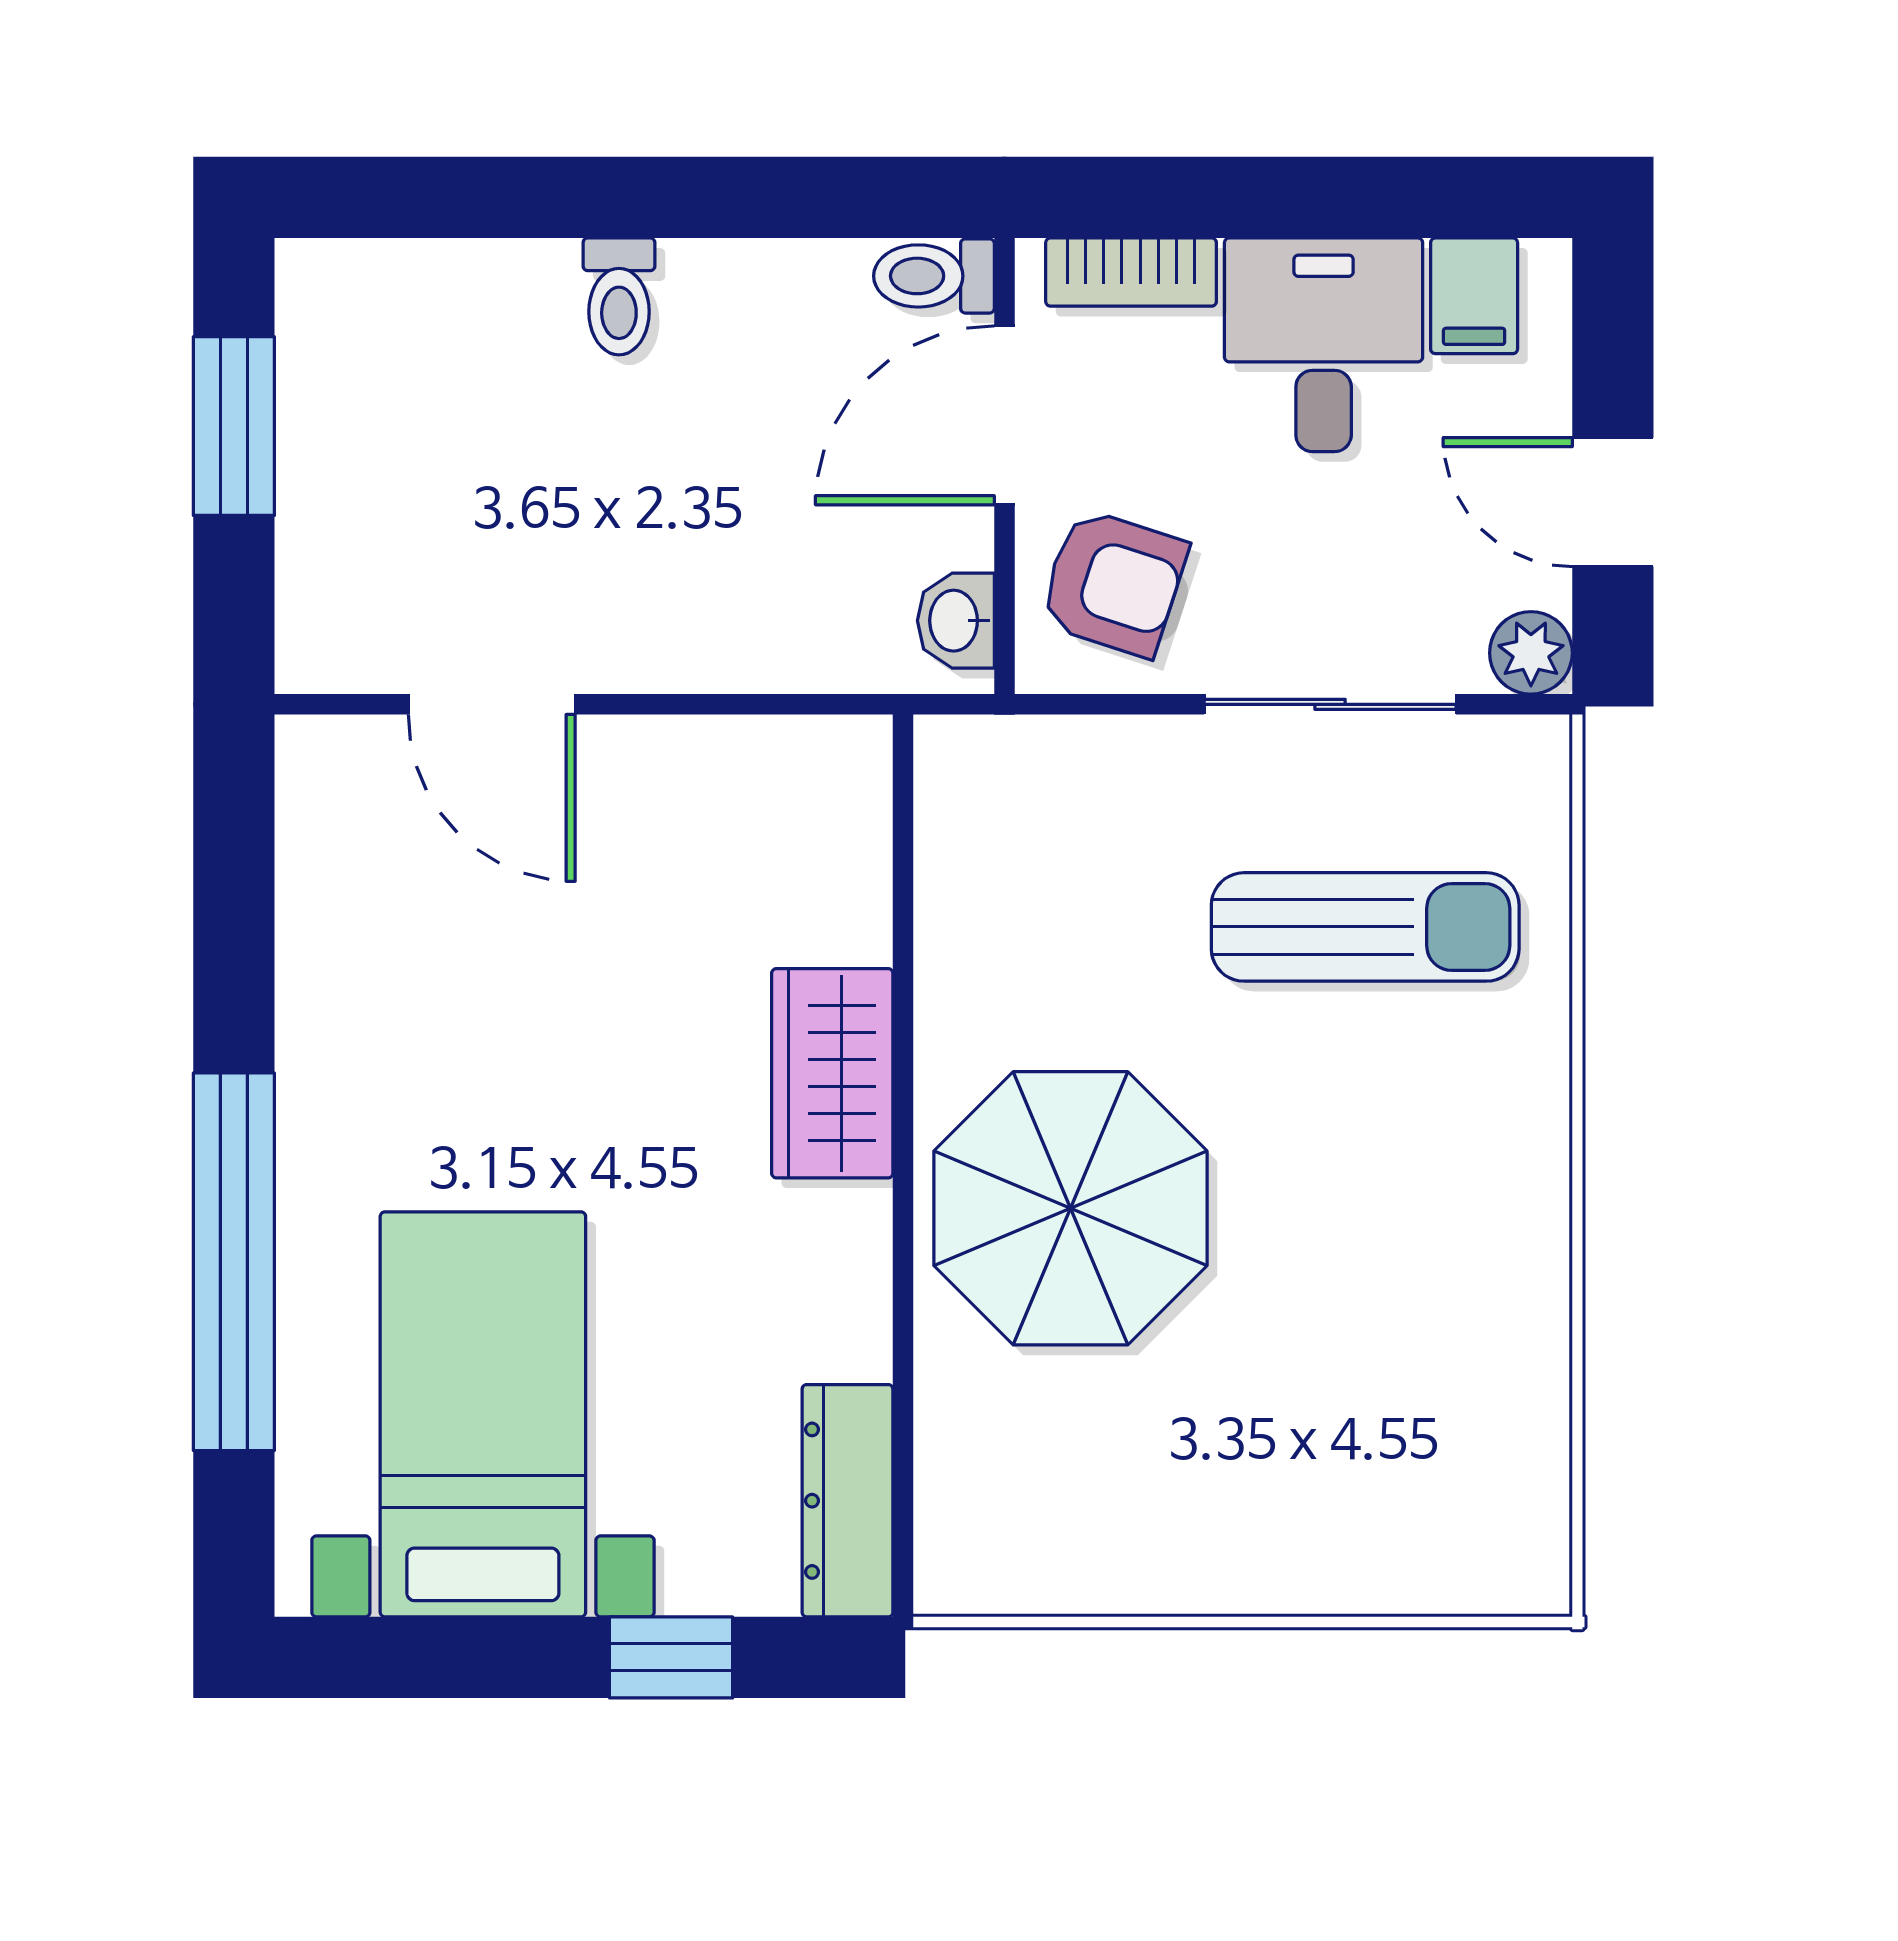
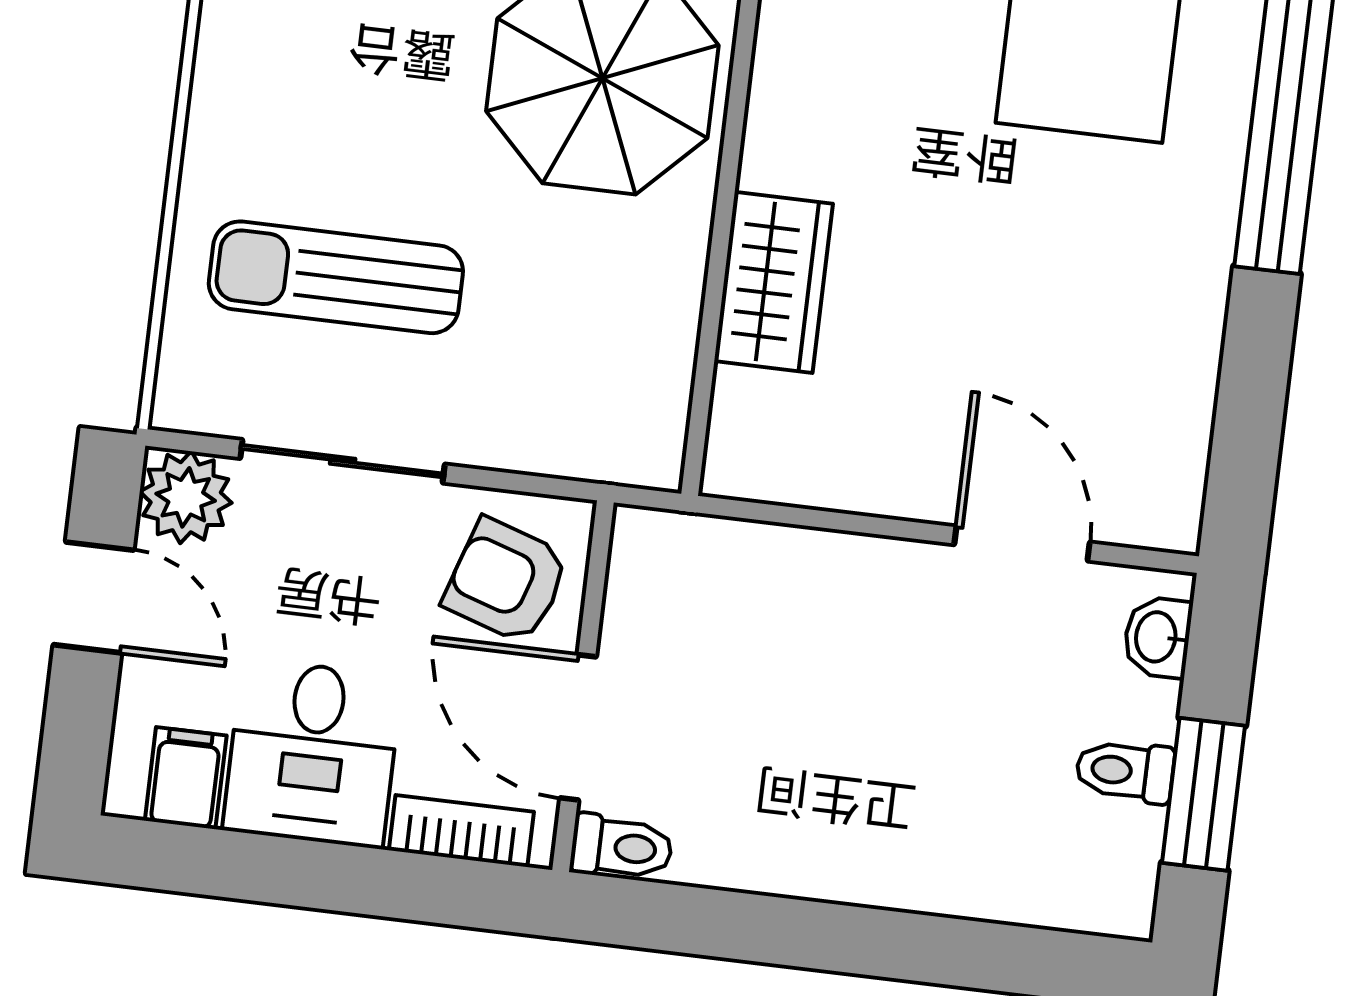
toilet: (619, 296) -> (1125, 771), moved, turned -90
door: (1004, 415) -> (578, 727), swing flipped
washbasin: (956, 621) -> (1158, 637), moved, turned 180
plant: (1531, 653) -> (186, 497), width x1.38, depth x1.38
wardrobe: (832, 1073) -> (773, 282), moved

